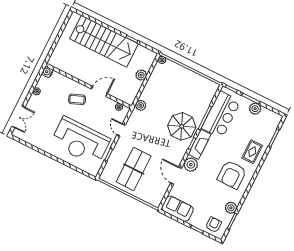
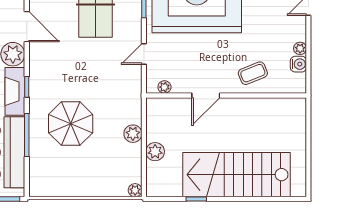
water cooler: (47, 72) -> (298, 64), moved
coffee table: (77, 99) -> (253, 73), moved
plant: (141, 105) -> (133, 134), moved
parasol: (182, 126) -> (71, 124), moved
door: (121, 130) -> (144, 54), swing flipped

